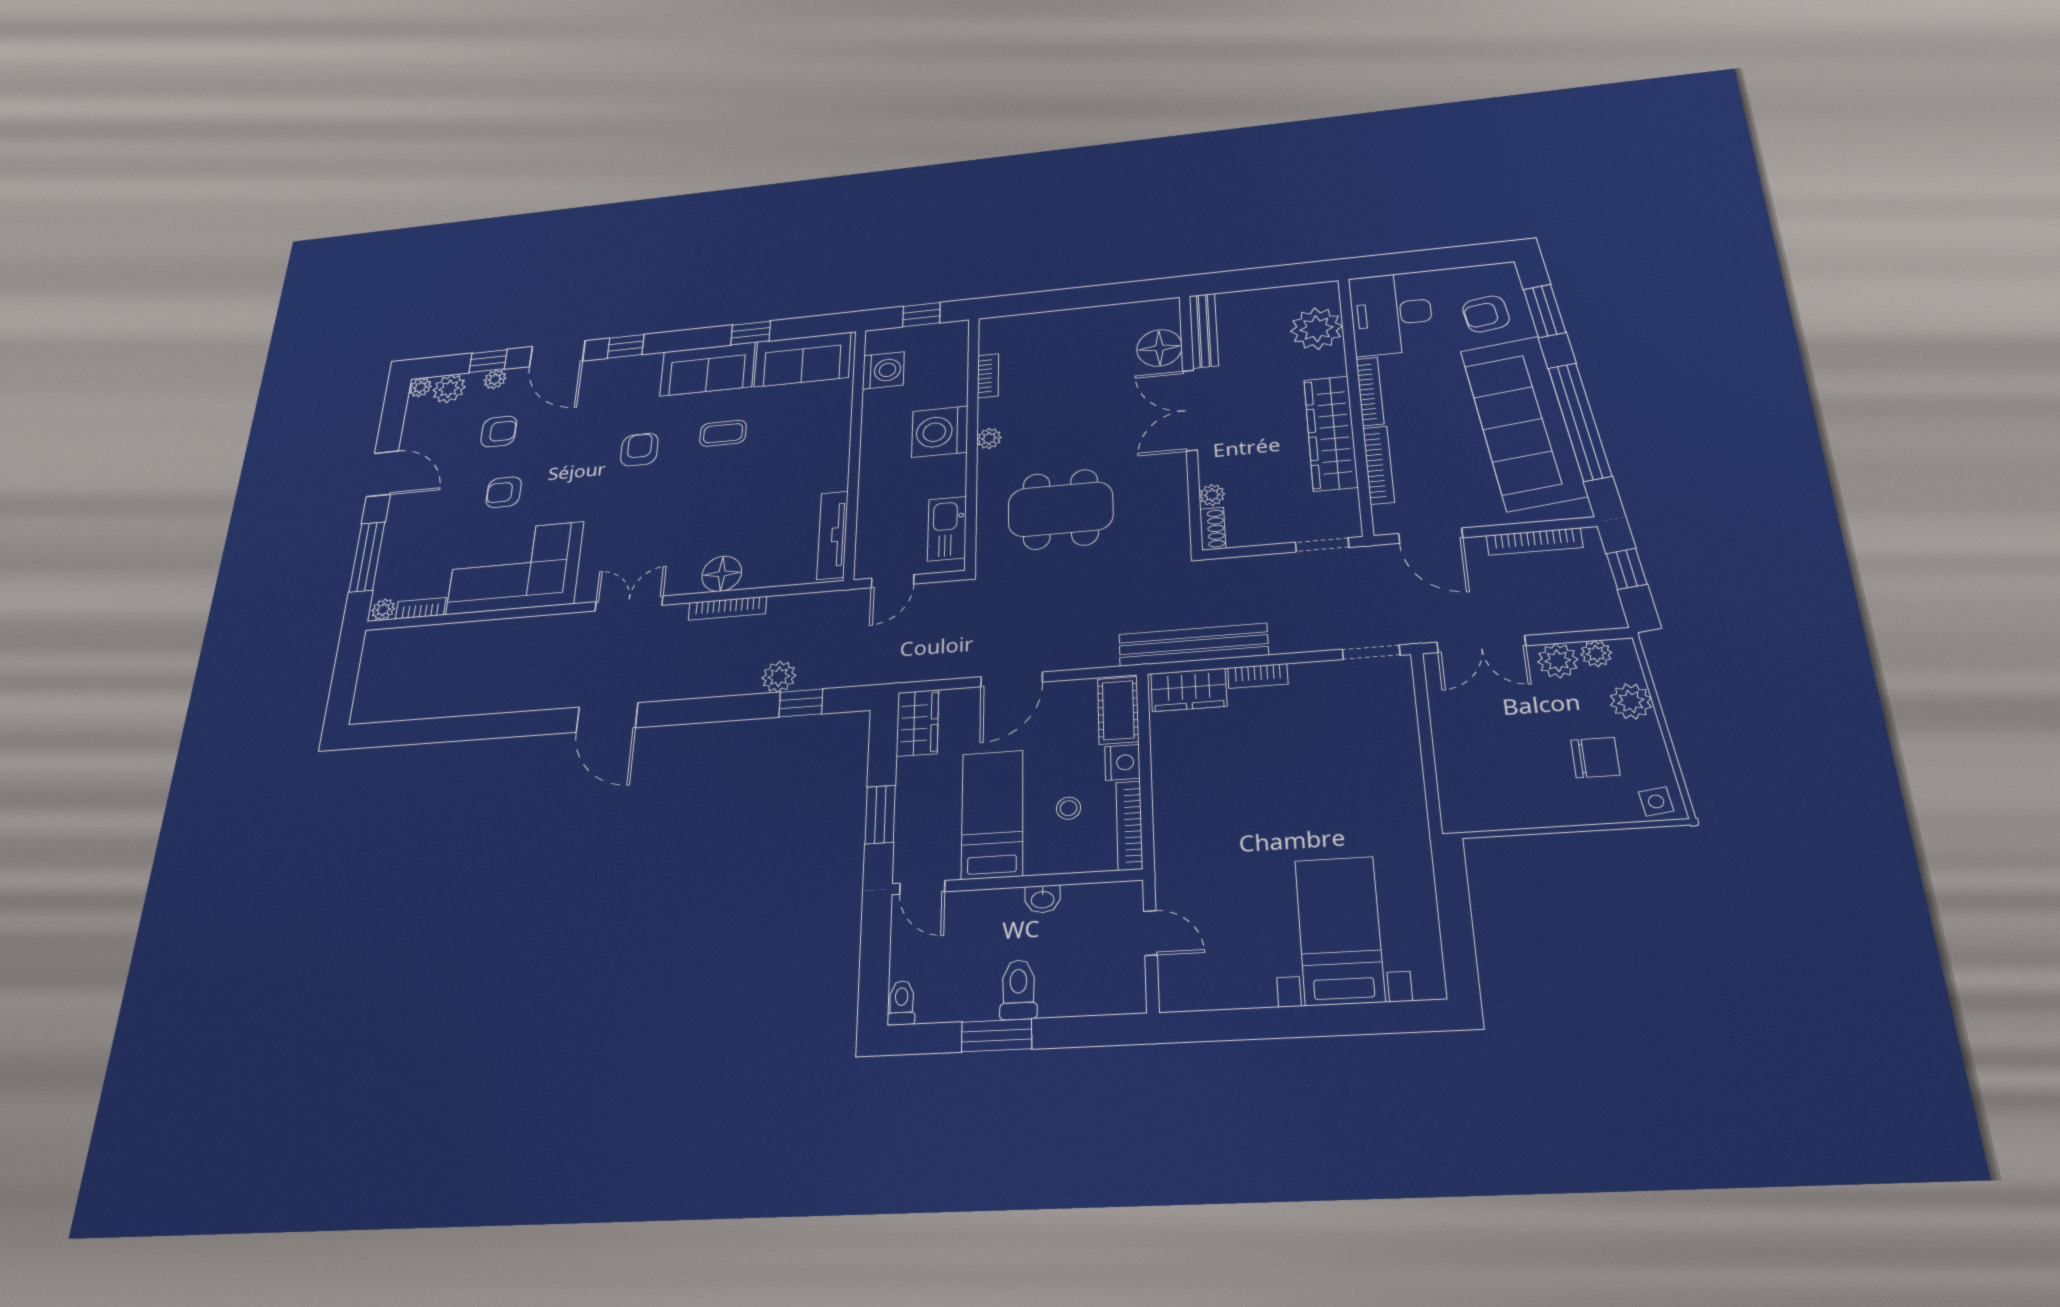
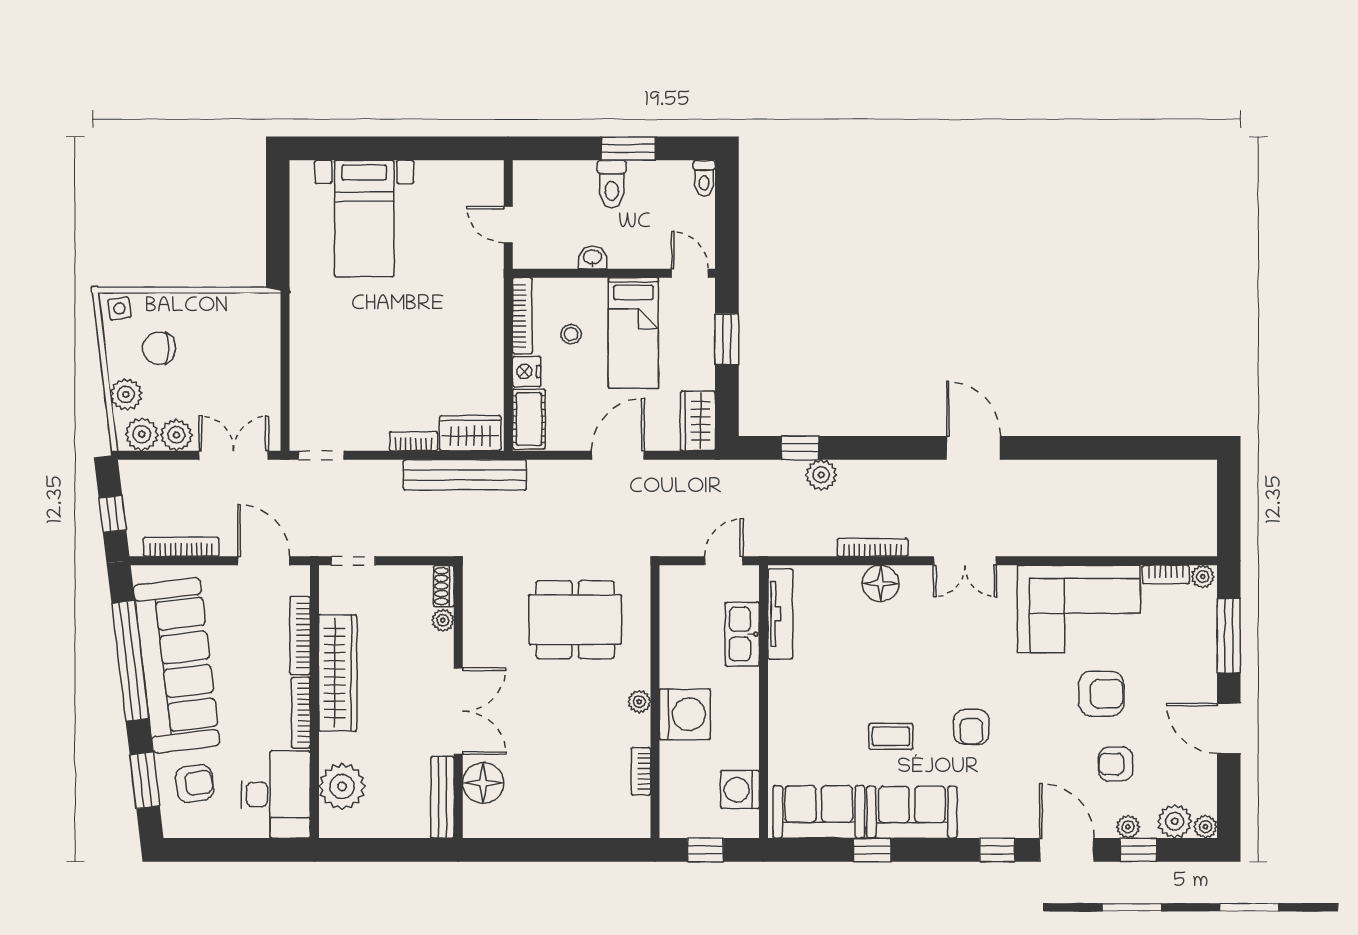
armchair: (504, 492) -> (1101, 694), width x1.38, depth x1.38
kitchen sink: (947, 529) -> (742, 634), moved, turned 180
plant: (1596, 654) -> (142, 434), width x1.38, depth x1.38

